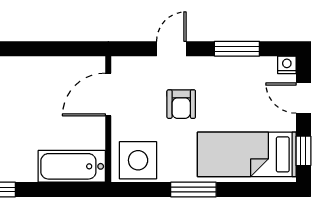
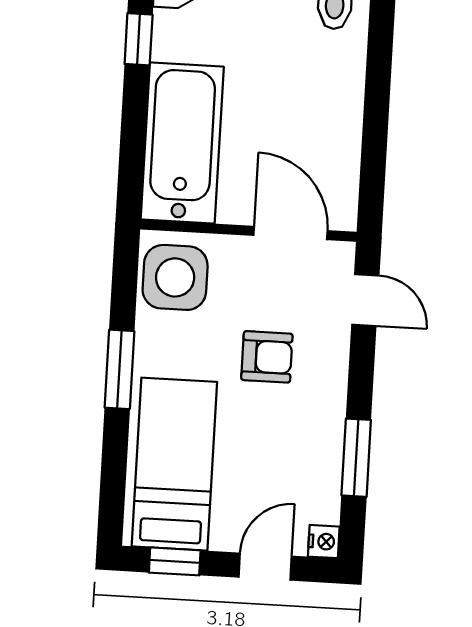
door: (171, 49) -> (365, 300), moved
armchair: (181, 104) -> (267, 357), turned 180
bathtub: (72, 166) -> (182, 143), width x1.36, depth x1.36

